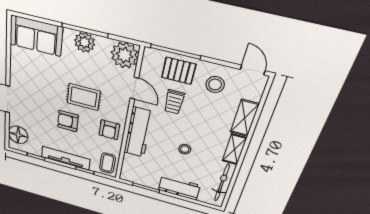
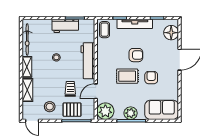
door: (134, 88) -> (96, 91), hinge flipped
armchair: (109, 130) -> (151, 78), moved
workbench: (179, 188) -> (65, 26), moved

